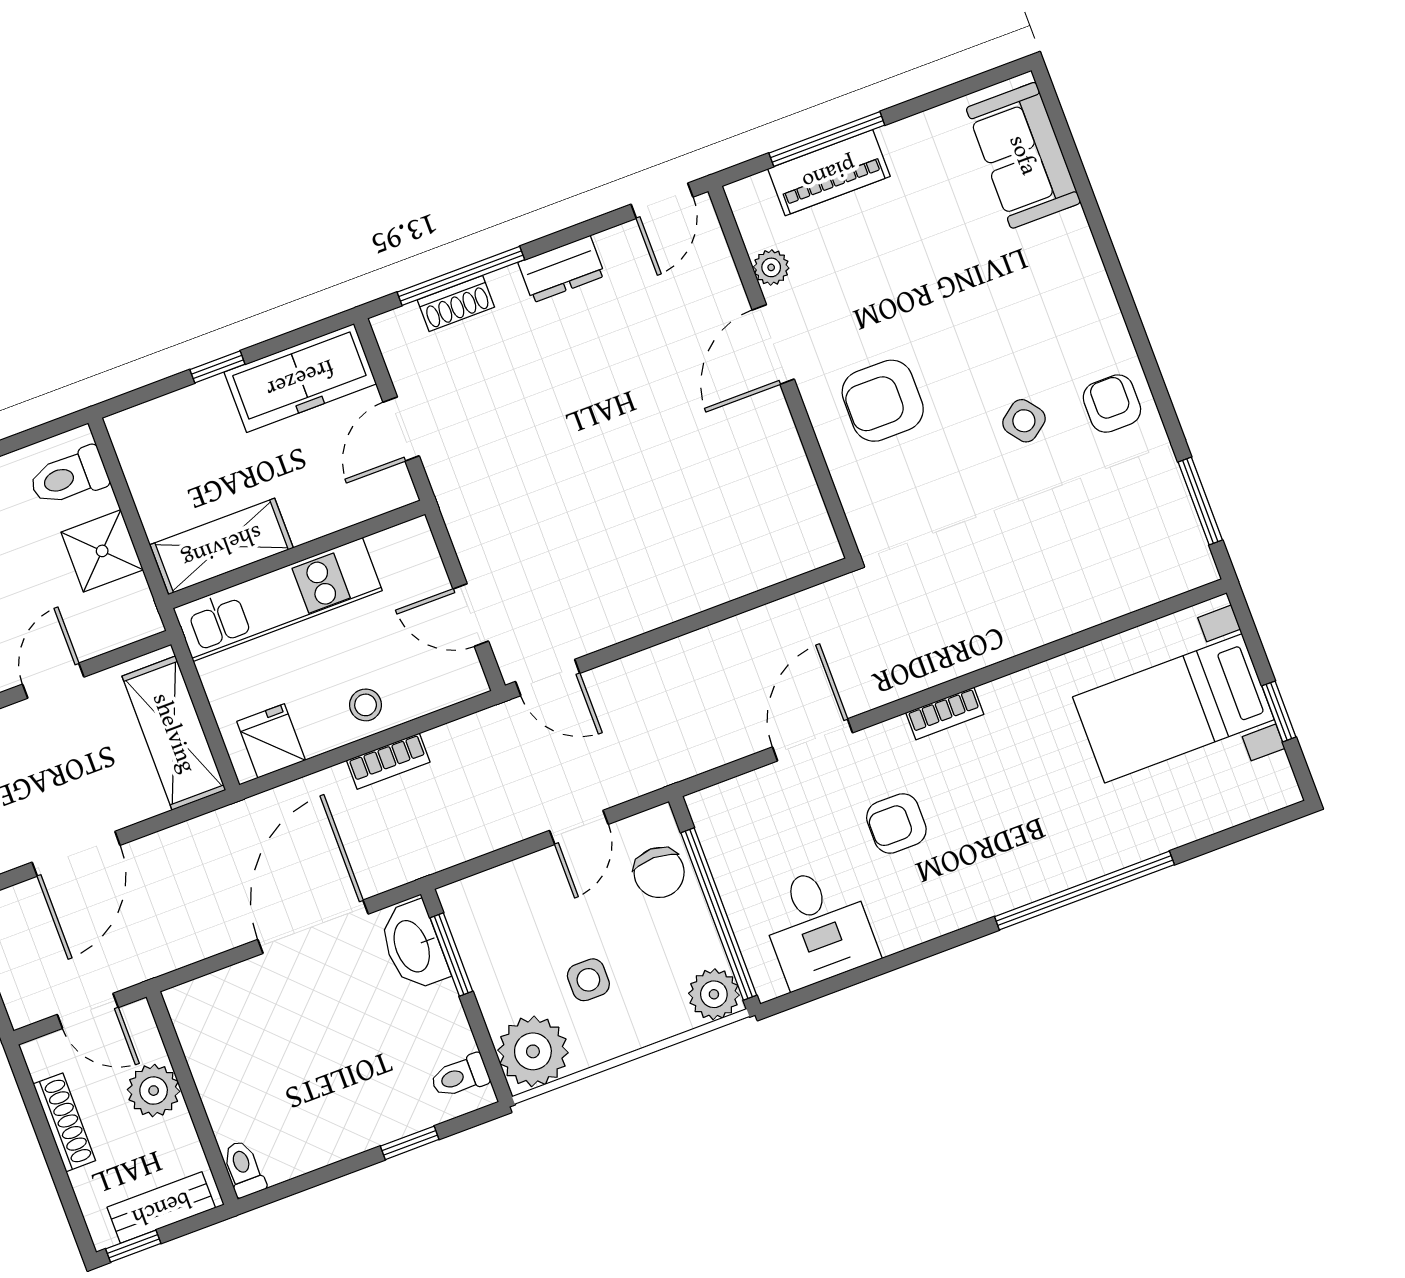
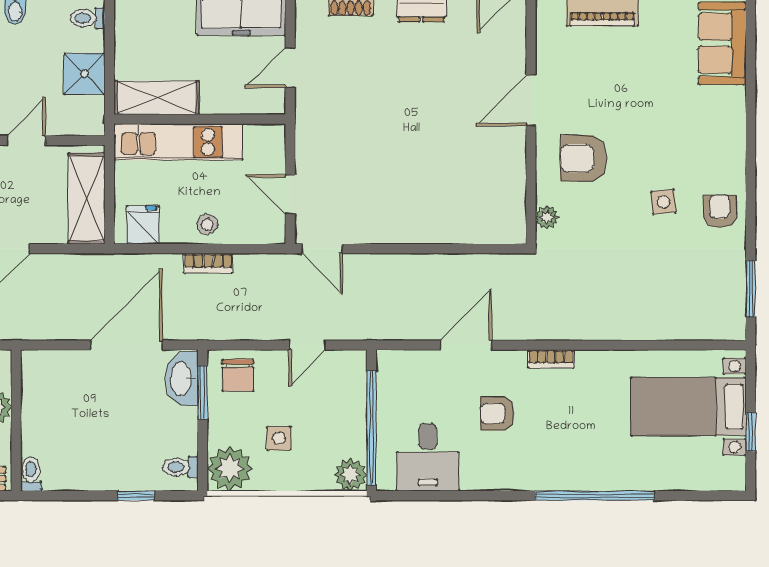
plant: (771, 267) -> (547, 217), moved
side table: (1024, 421) -> (663, 202), turned 32
toilet: (69, 477) -> (88, 18), width x0.73, depth x0.72
chair: (659, 873) -> (238, 375), moved

